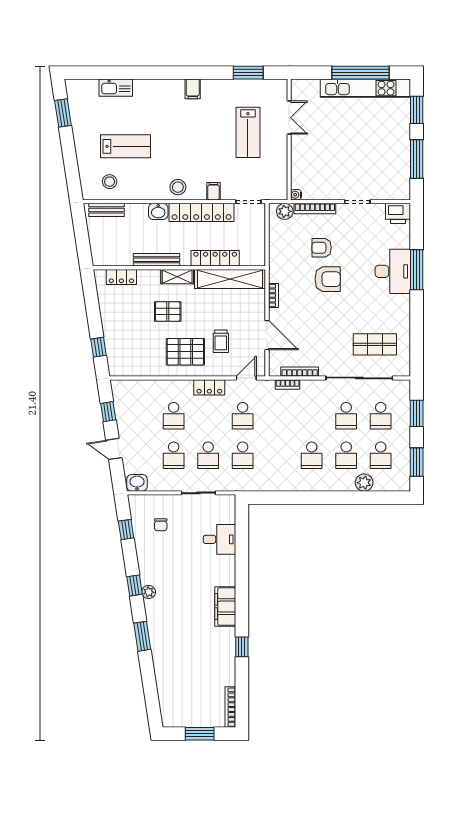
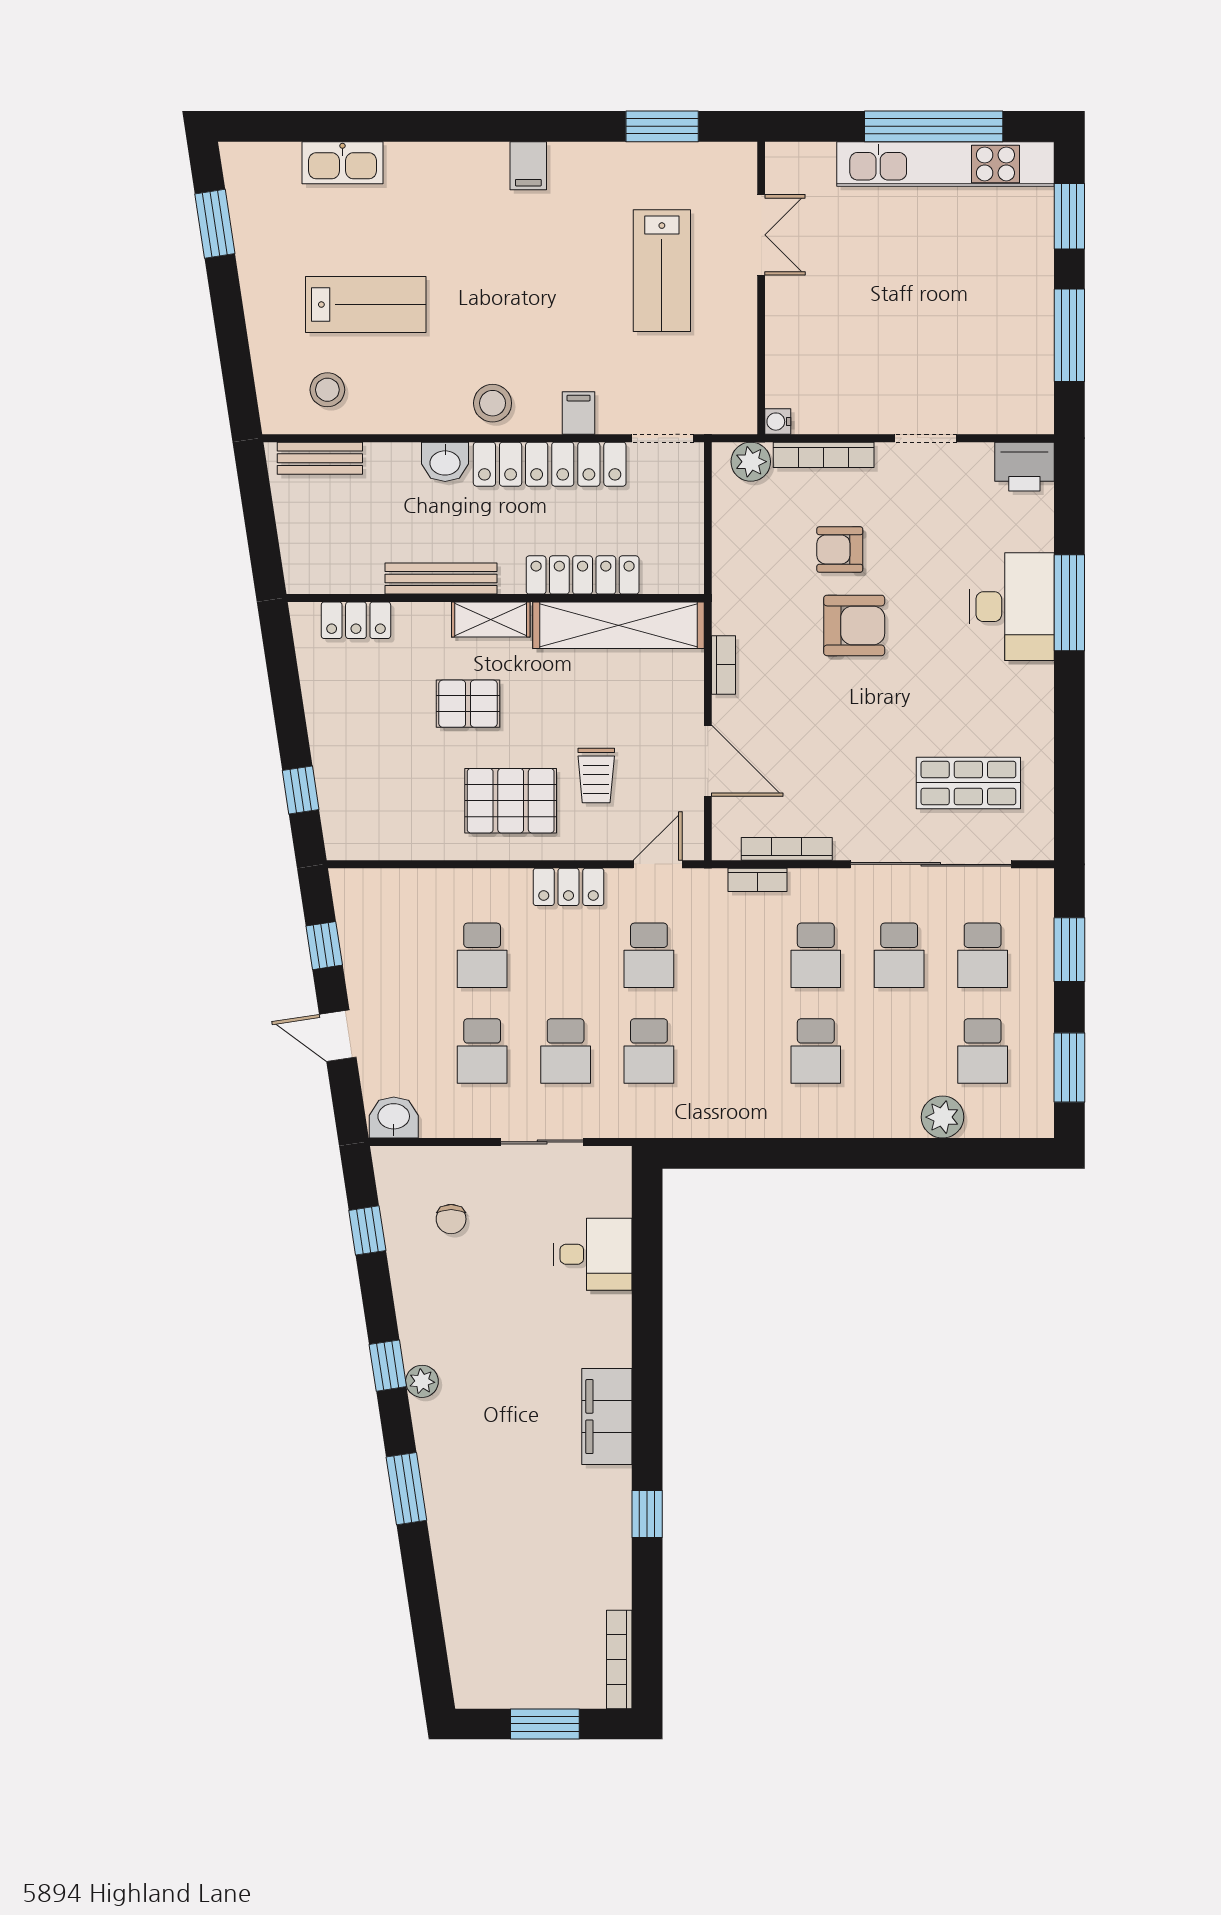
school desk: (346, 455) -> (816, 955), moved

